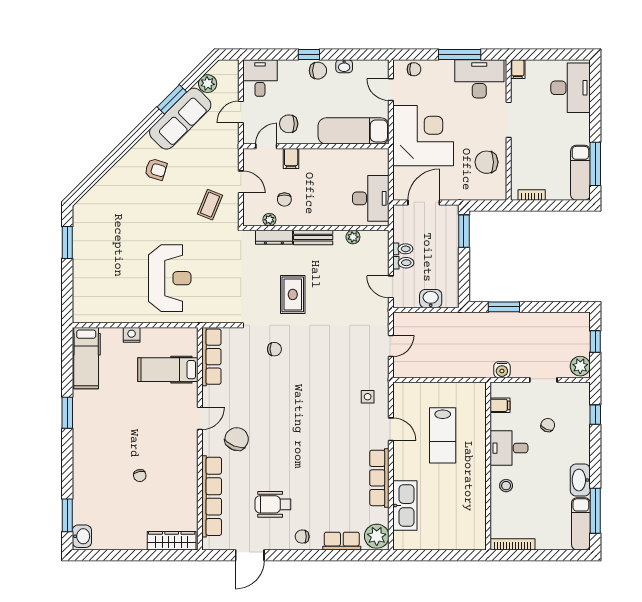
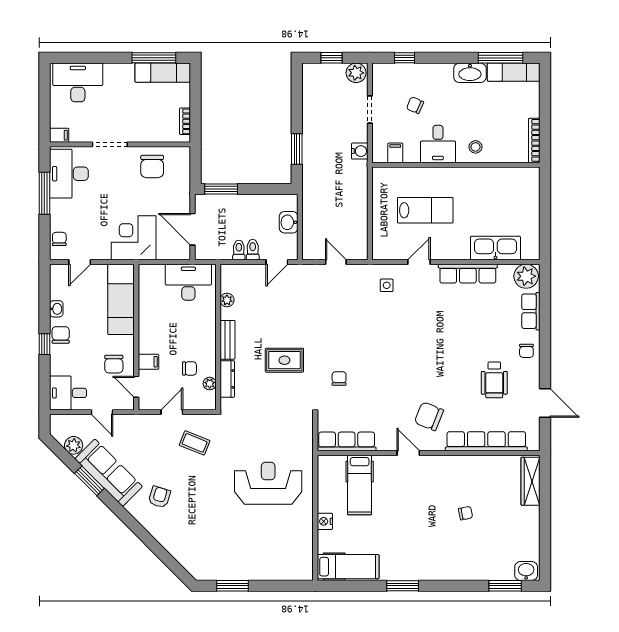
corner desk: (423, 136) -> (134, 238), width x0.74, depth x0.74

